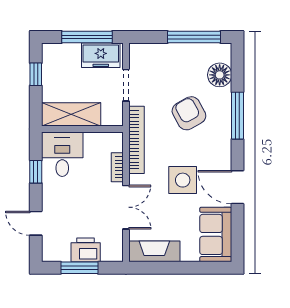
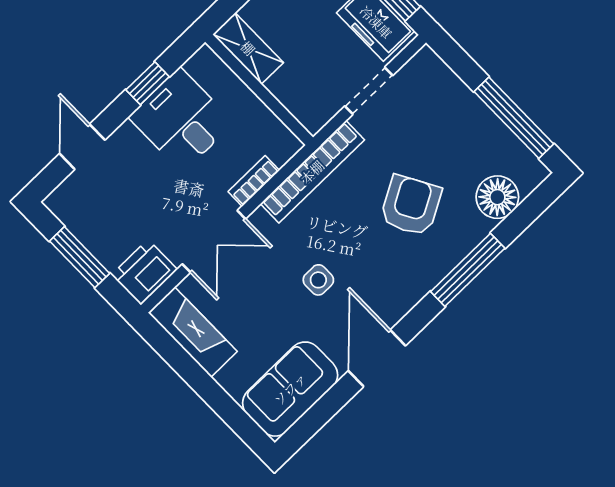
shelving: (71, 114) -> (248, 48), width x0.67, depth x0.75
desk: (62, 154) -> (181, 120), moved, turned -90
side table: (183, 180) -> (318, 280), width x0.54, depth x0.54
printer: (86, 250) -> (144, 272), moved, turned -90

